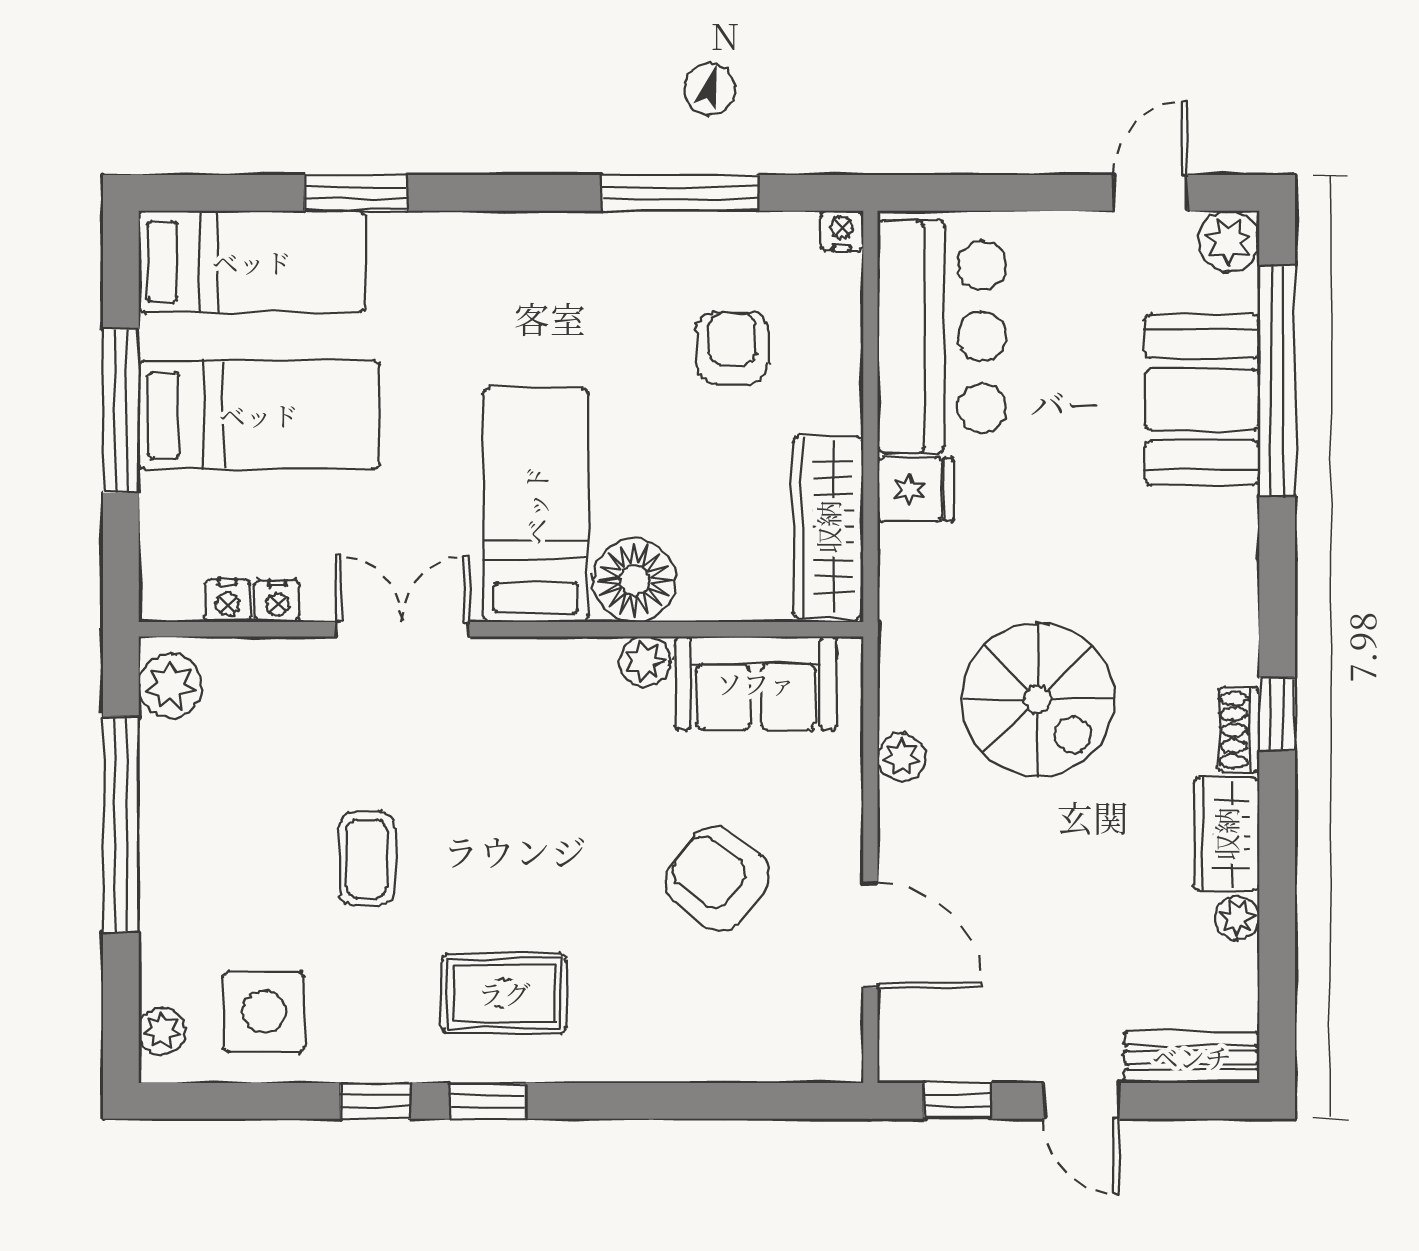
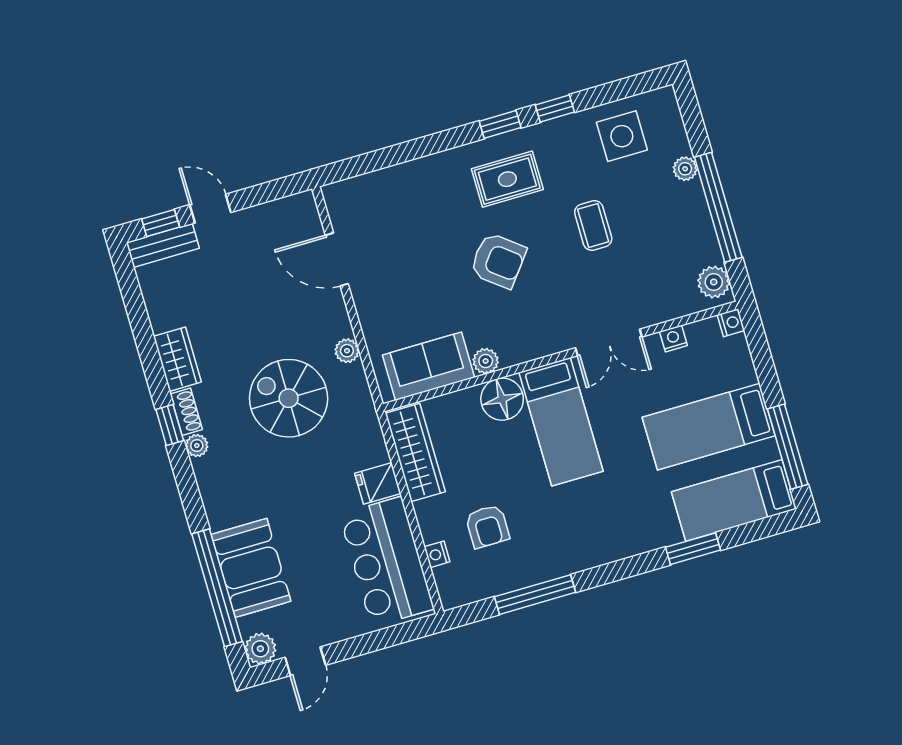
nightstand: (842, 231) -> (437, 554), moved, turned 90
window: (121, 411) -> (788, 447), moved
nightstand: (227, 601) -> (731, 323), moved, turned 90
armchair: (717, 879) -> (498, 261), moved
plant: (1237, 918) -> (197, 445), moved
plant: (162, 1031) -> (685, 169), moved
window: (958, 1101) -> (161, 223), moved

